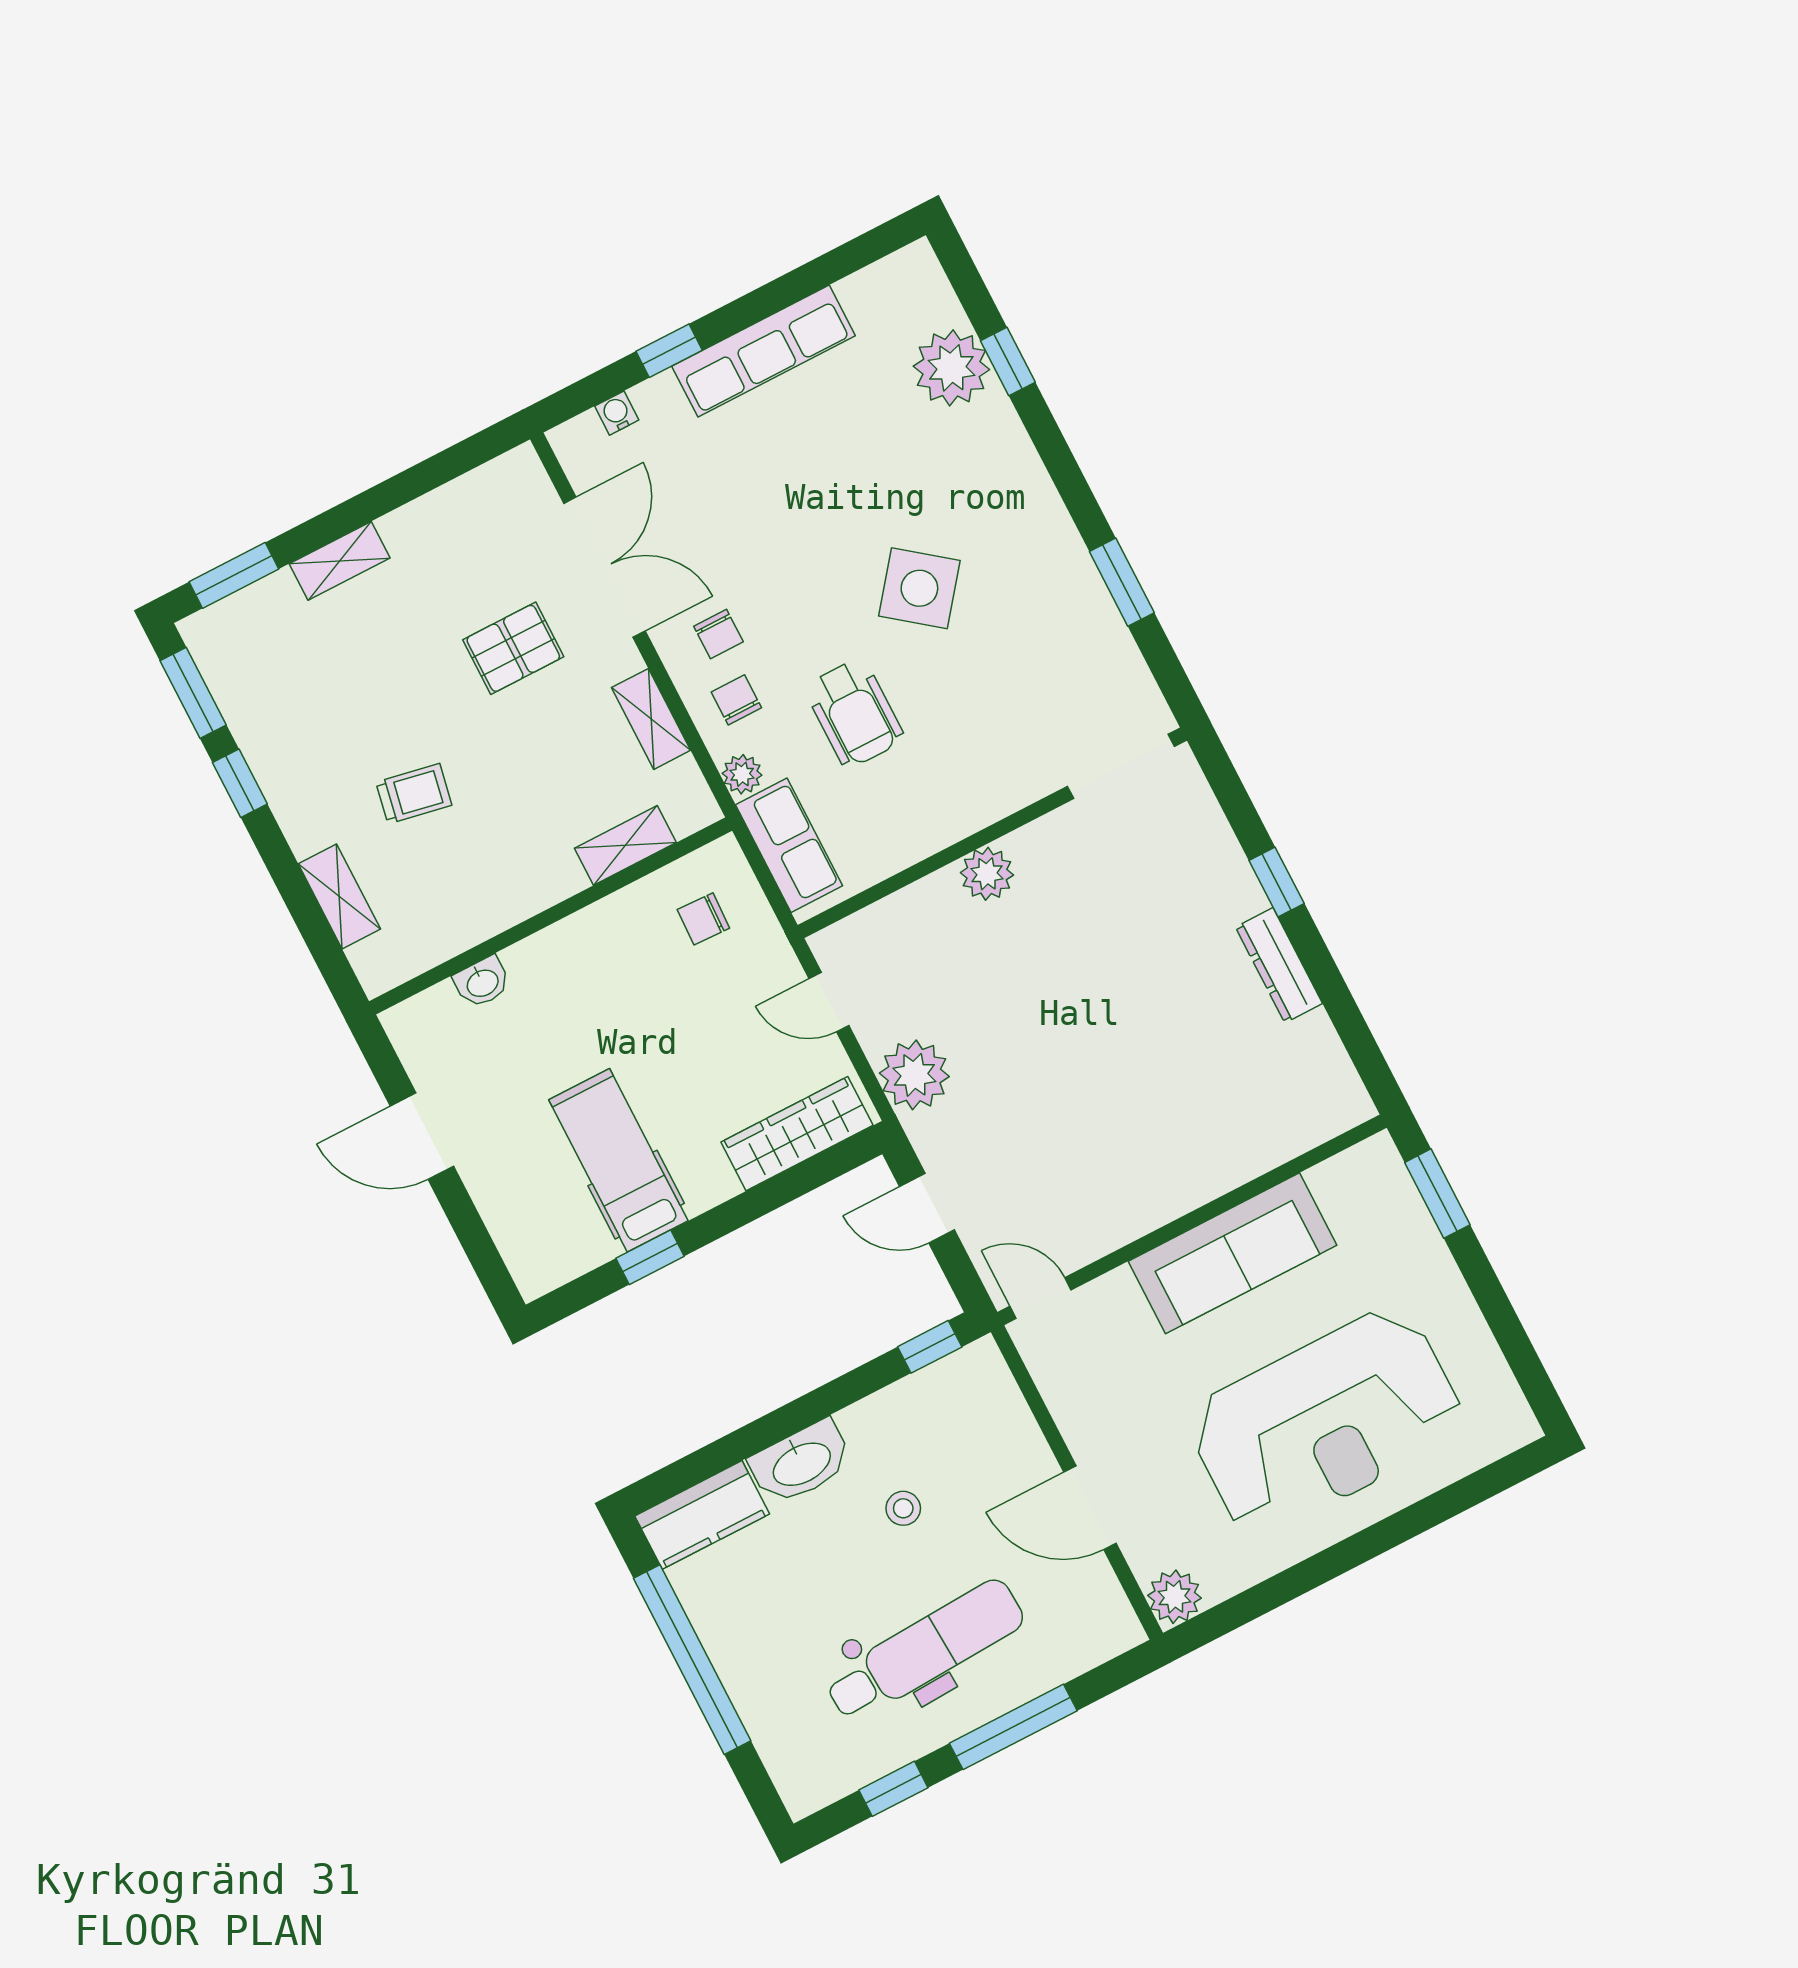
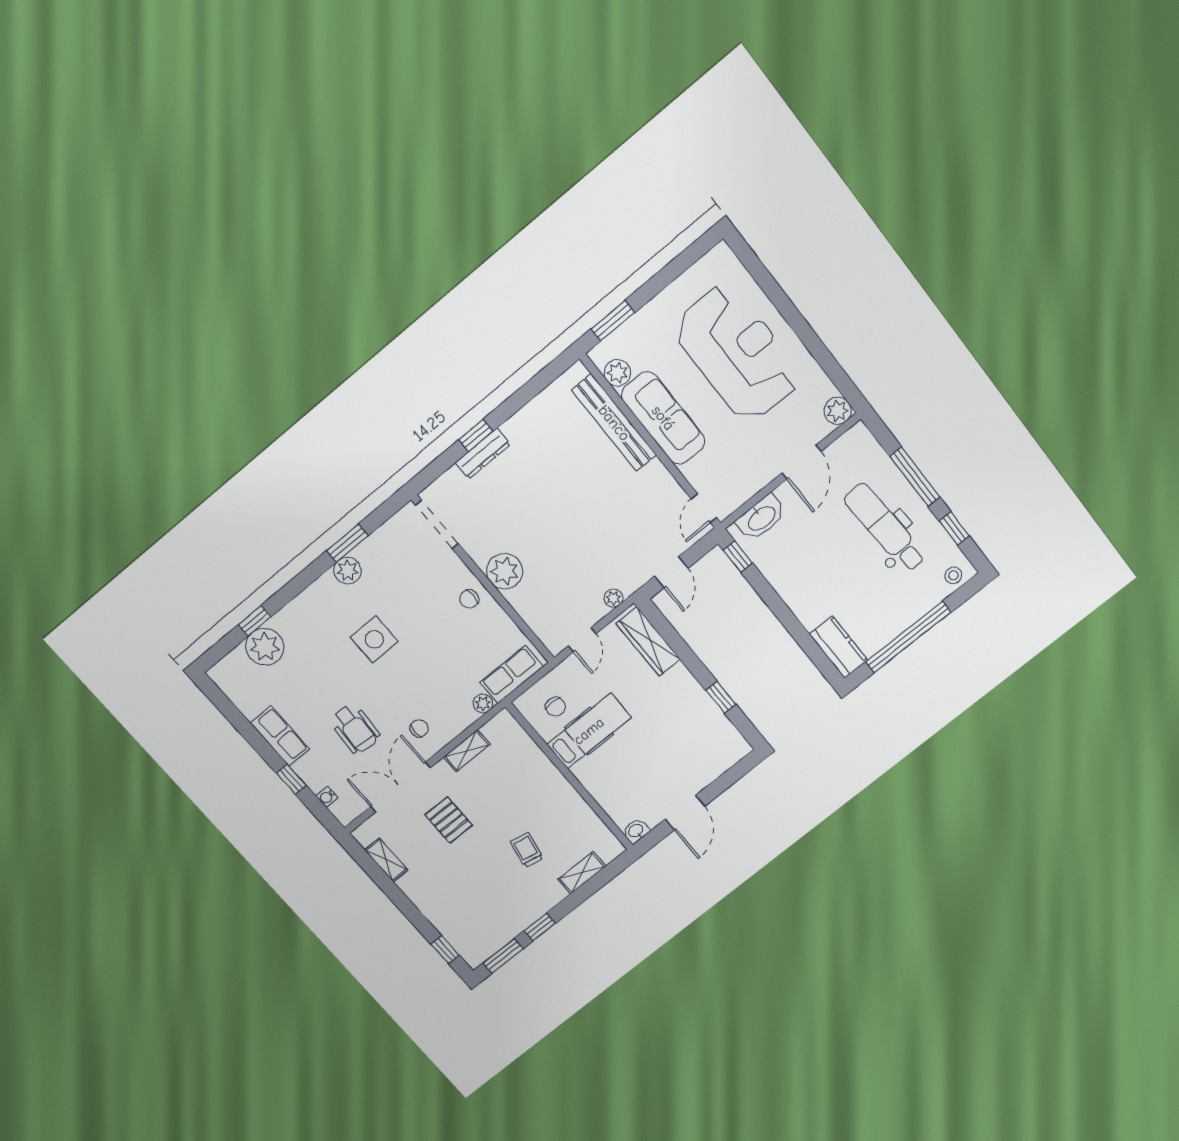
row of seats: (764, 351) -> (280, 736), width x0.68
shelving: (340, 561) -> (386, 860), moved
plant: (1068, 569) -> (348, 571), added
window: (234, 575) -> (445, 950), width x0.67
side table: (919, 588) -> (374, 639), turned -38
chair: (736, 700) -> (469, 599), moved
wheelchair: (854, 713) -> (355, 729), moved, turned 94
shelving: (625, 845) -> (529, 750), removed
plant: (987, 874) -> (505, 571), width x1.36, depth x1.36
dresser: (1279, 965) -> (483, 454), moved
washbasin: (482, 982) -> (636, 831), moved, turned -90
plant: (914, 1075) -> (613, 598), width x0.53, depth x0.53
bench: (1244, 1156) -> (614, 423), added
hospital bed: (618, 1160) -> (589, 731), moved, turned 180
plant: (1338, 1182) -> (617, 373), added
washbasin: (801, 1463) -> (761, 518), moved, turned 90
stool: (903, 1508) -> (953, 575), moved

